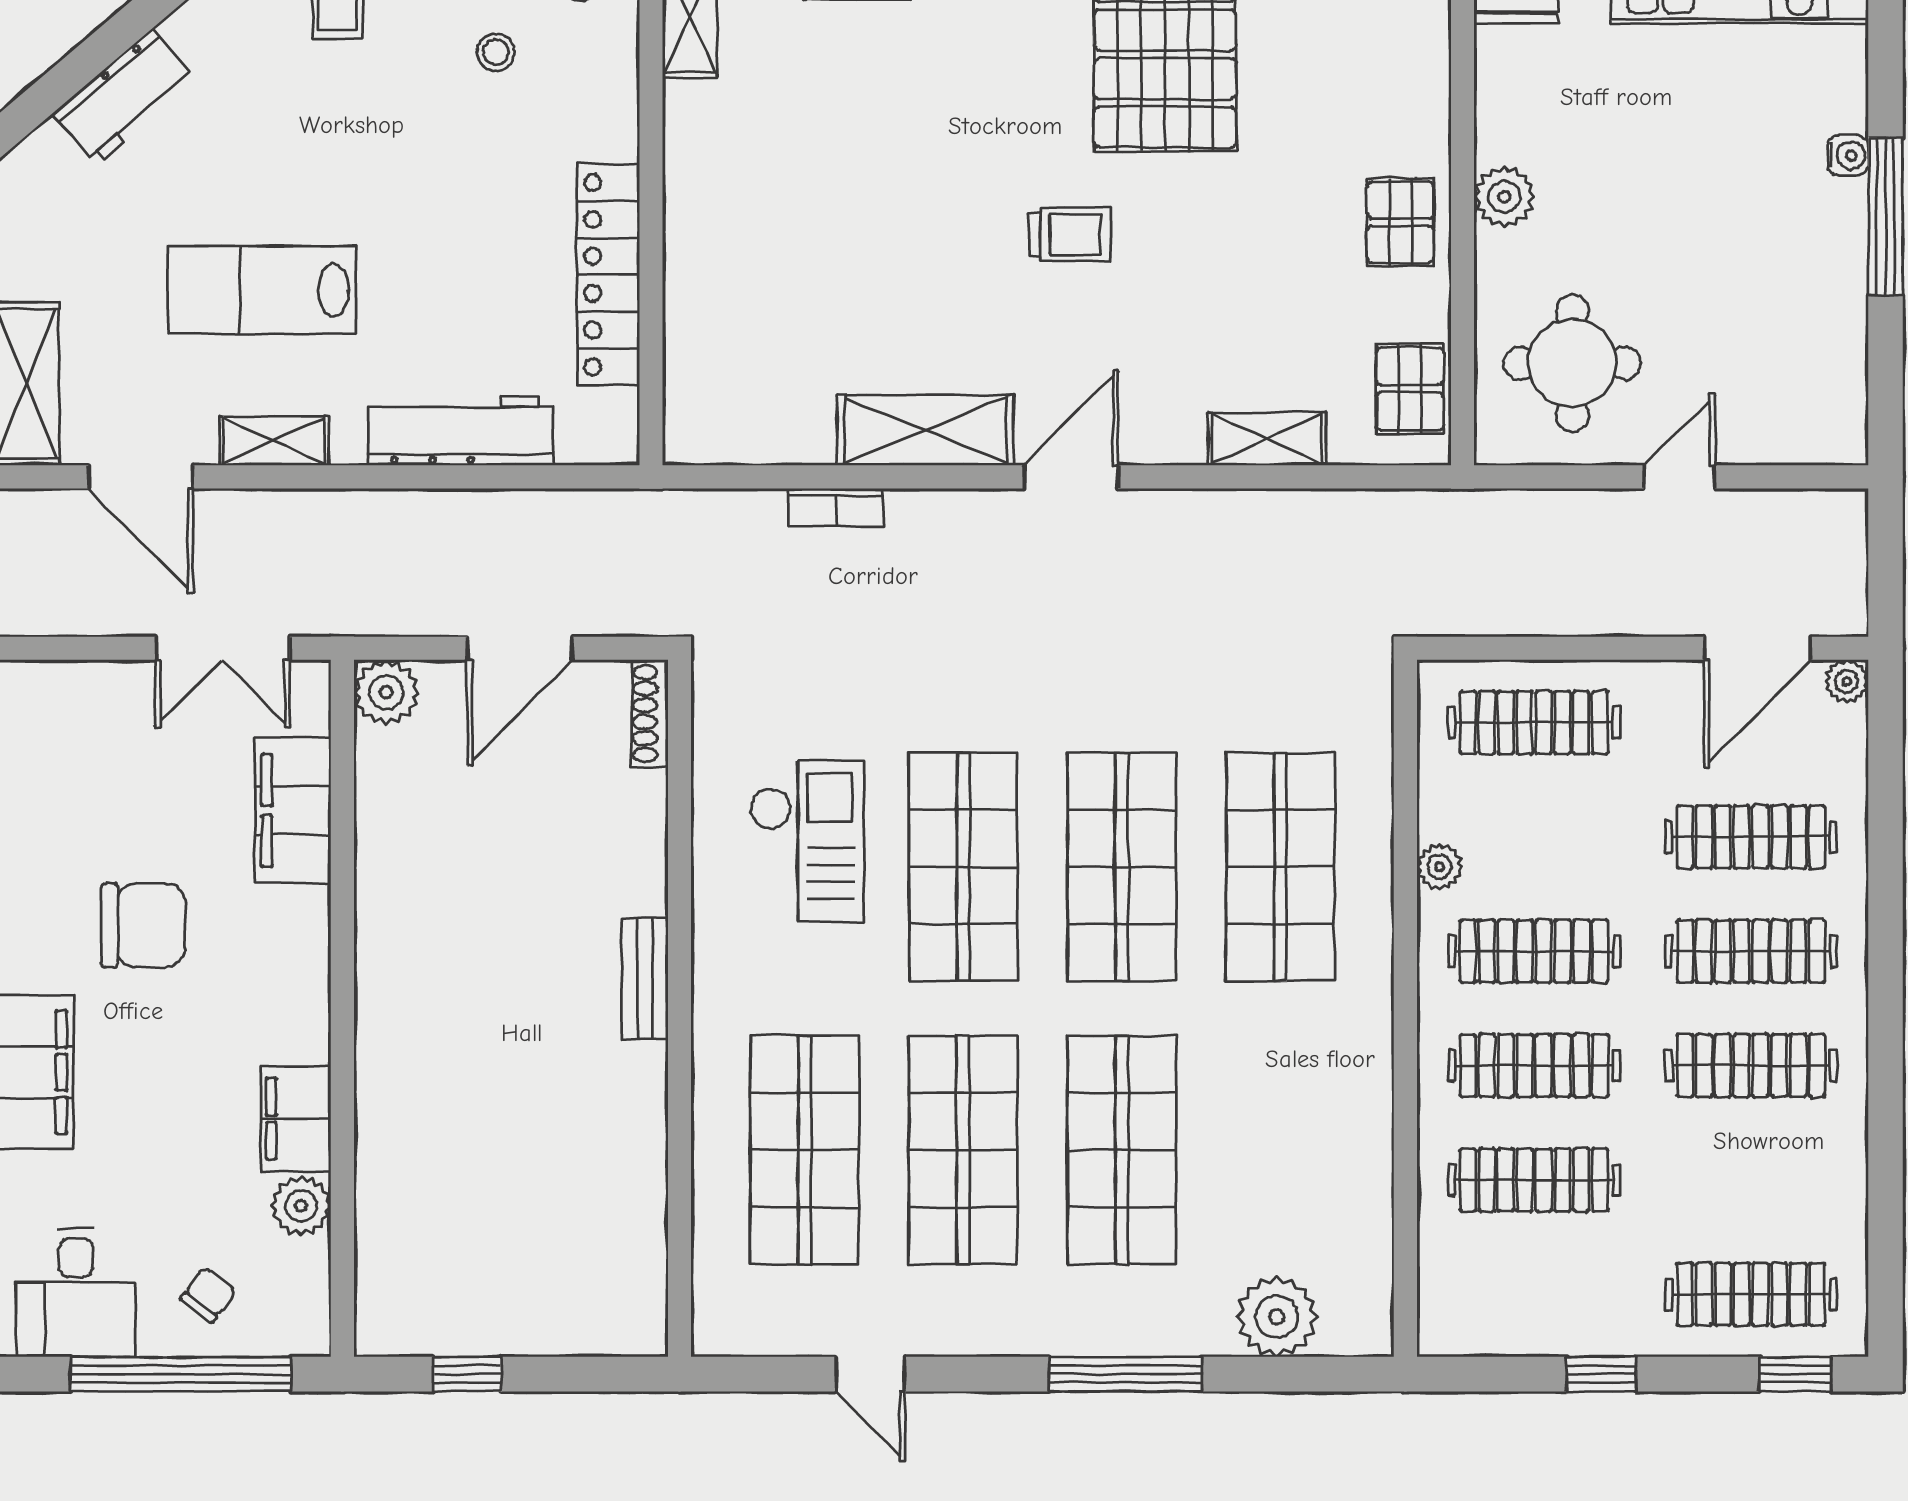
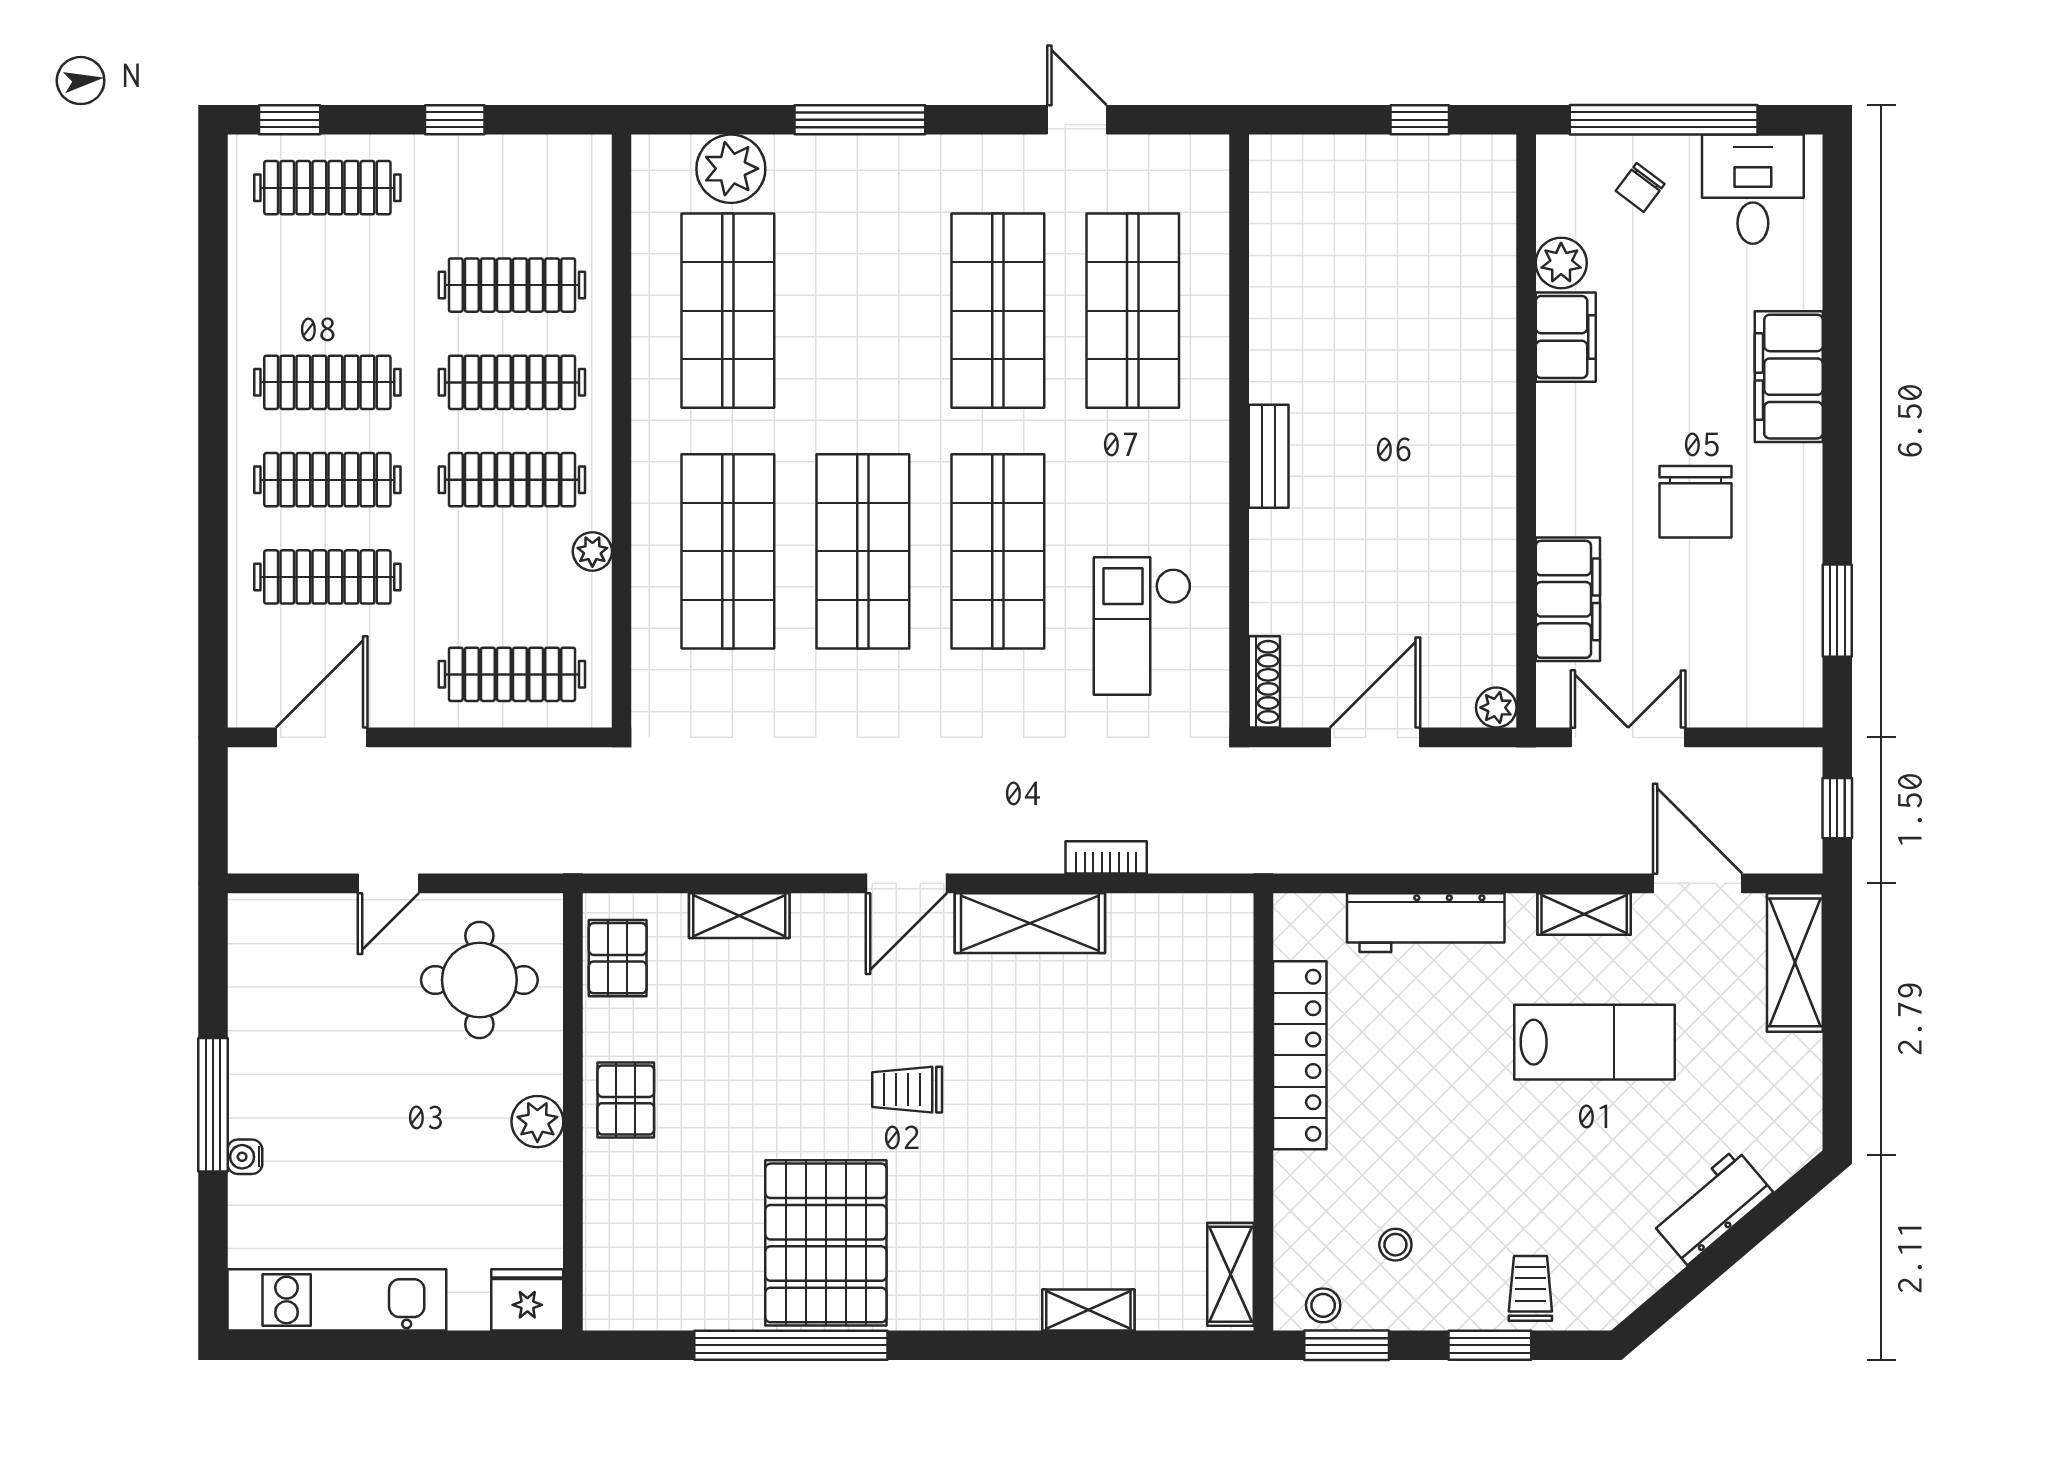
plant: (1847, 681) -> (246, 709), removed
plant: (386, 692) -> (1496, 708), width x0.73, depth x0.73
checkout: (807, 841) -> (1142, 626), moved
chair: (143, 925) -> (1695, 502), turned -90
shop shelf: (1122, 1150) -> (728, 311), moved

